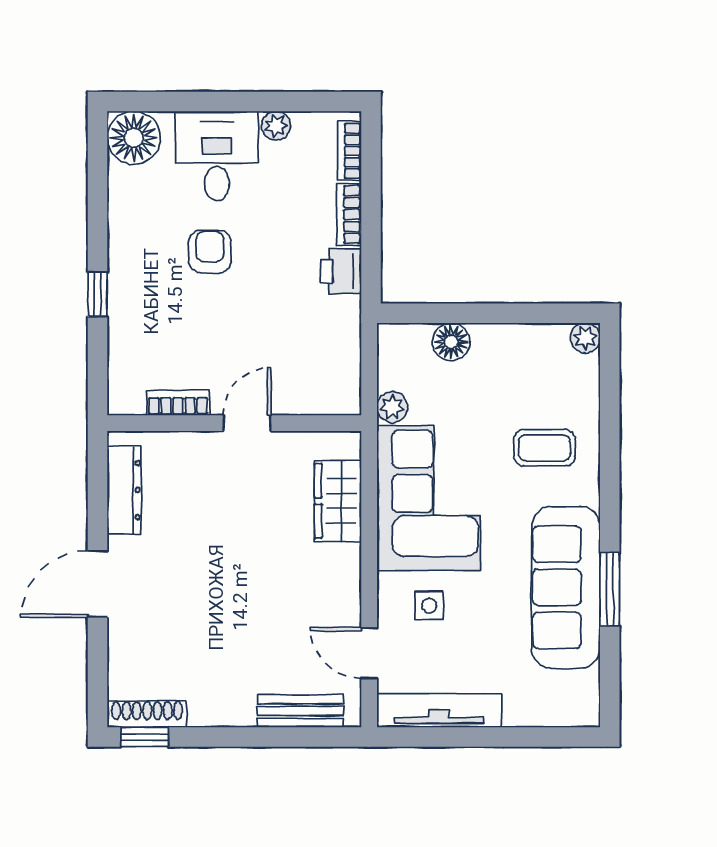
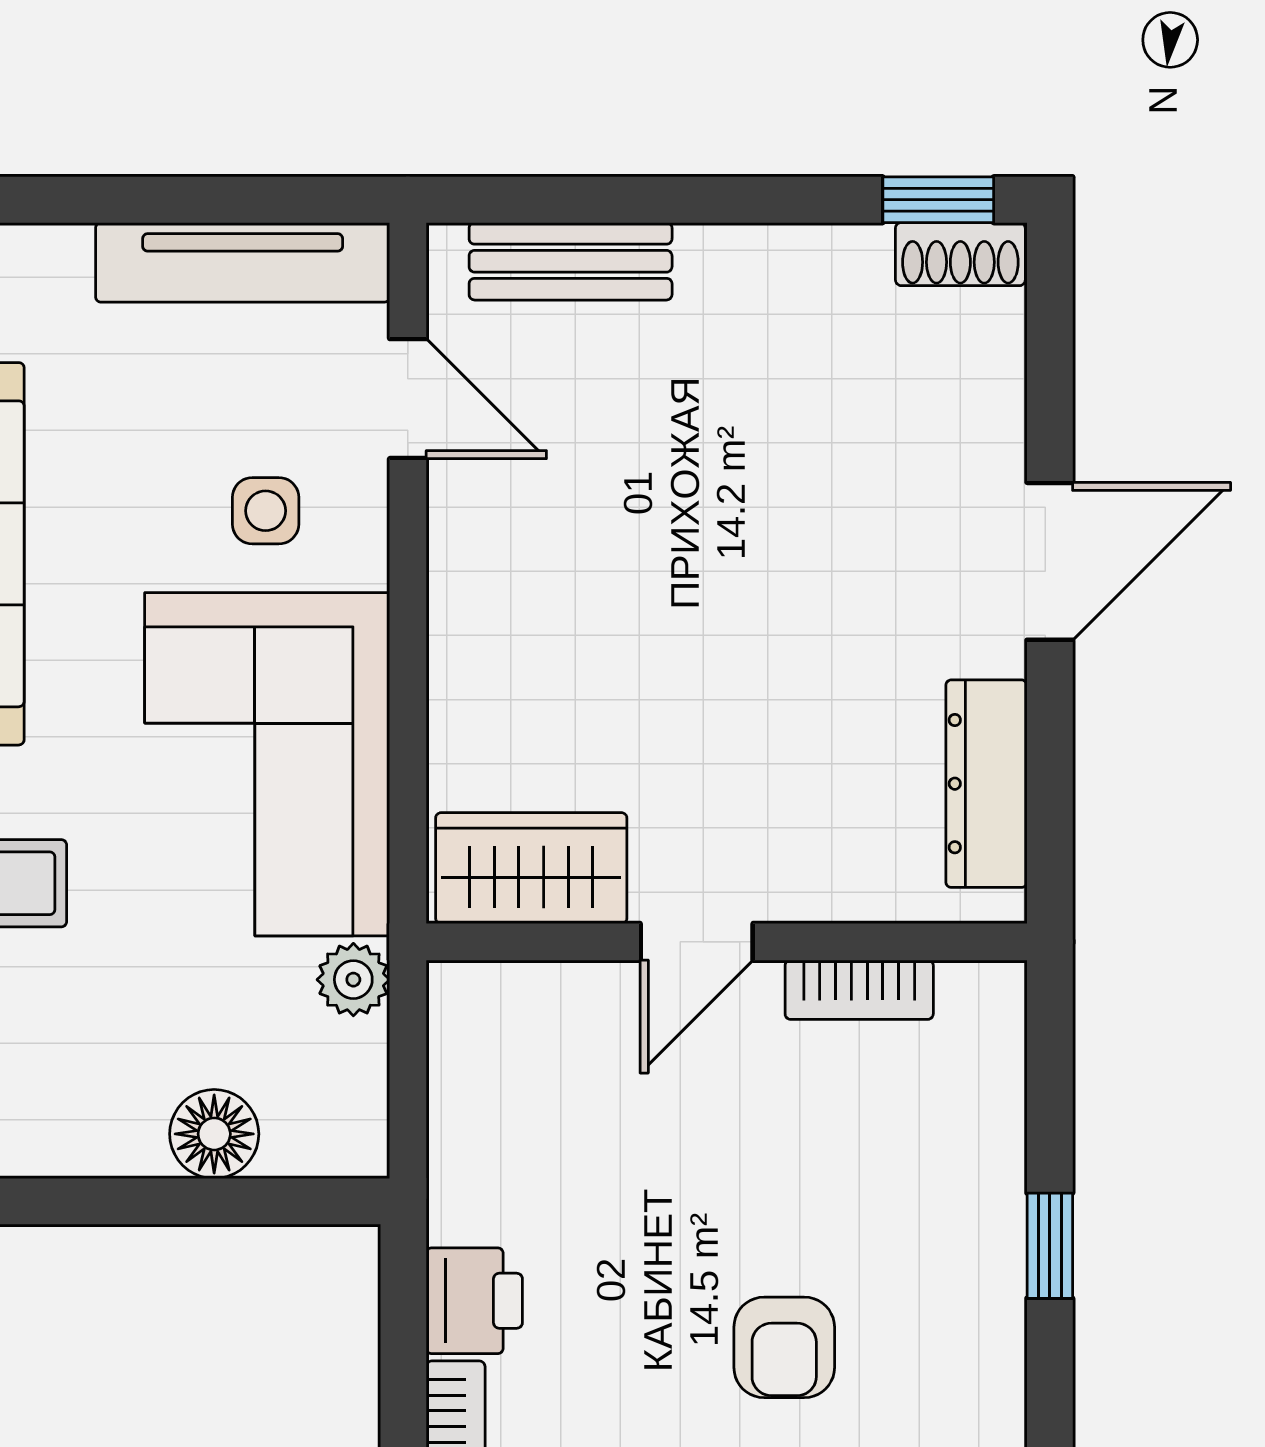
wardrobe: (338, 501) -> (531, 868), moved, turned -90
shoe rack: (147, 714) -> (960, 254), width x0.70

